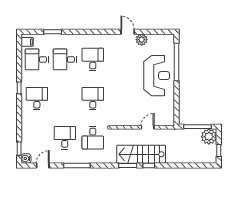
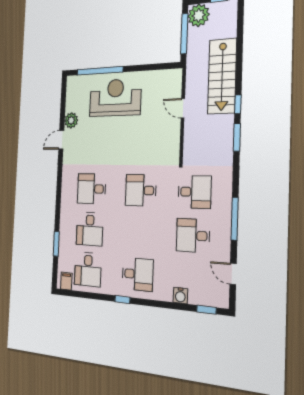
desk: (37, 99) -> (138, 274), turned 180
stairs: (141, 154) -> (222, 76), moved
water cooler: (26, 159) -> (180, 296), moved

